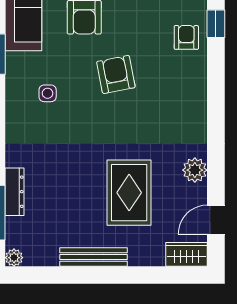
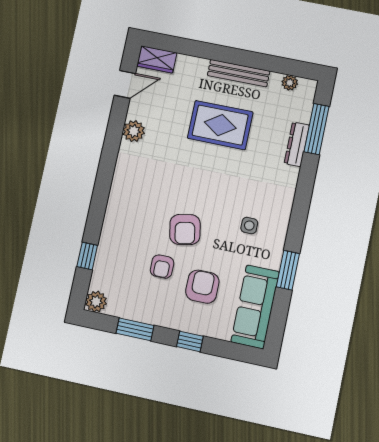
armchair: (186, 37) -> (162, 267), moved
rug: (129, 193) -> (220, 125), moved, turned 90
plant: (14, 258) -> (290, 83), moved

